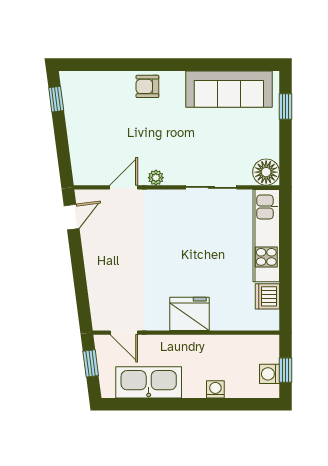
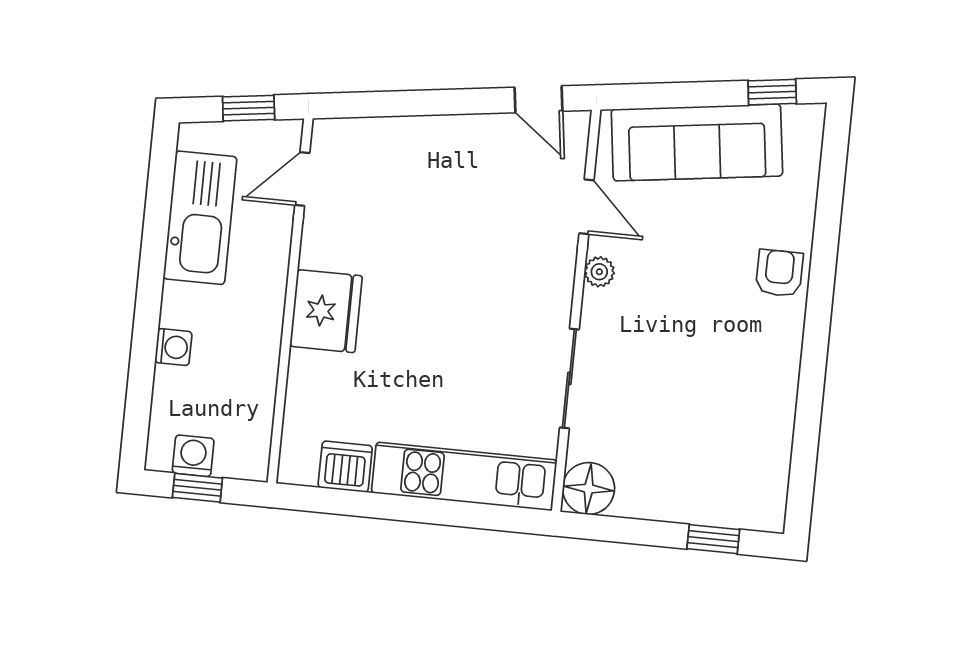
sofa: (229, 89) -> (697, 143), moved, turned -97

